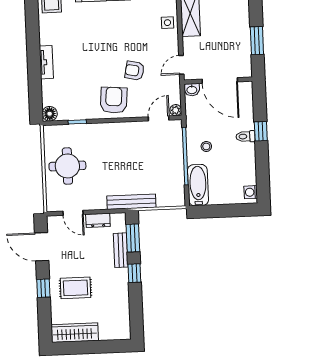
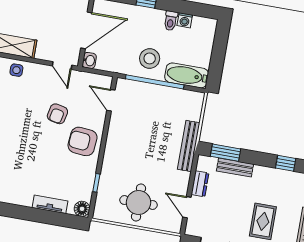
tv unit: (46, 62) -> (50, 204), moved
plant: (176, 110) -> (106, 81), removed
toilet: (246, 136) -> (171, 21), moved
stool: (206, 146) -> (150, 58), width x1.89, depth x1.89
washing machine: (251, 192) -> (185, 20), moved
door: (73, 213) -> (187, 207), swing flipped
window: (134, 273) -> (286, 163), moved

